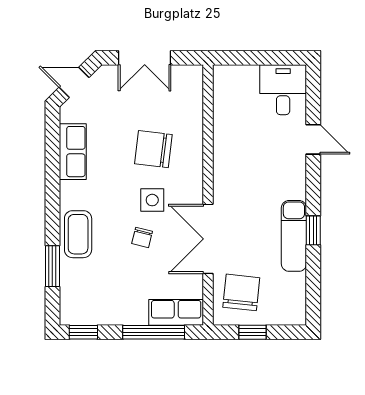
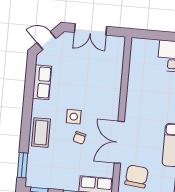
chair: (153, 149) -> (91, 85), removed
side table: (152, 200) -> (74, 117), moved
window: (52, 266) -> (23, 165), moved

